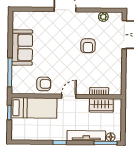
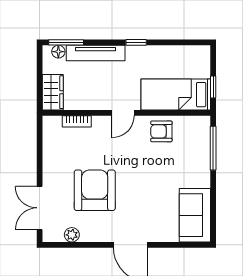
armchair: (88, 46) -> (95, 190), width x1.88, depth x1.88
sofa: (22, 47) -> (195, 215), moved
wardrobe: (101, 105) -> (53, 92), moved, turned 90

